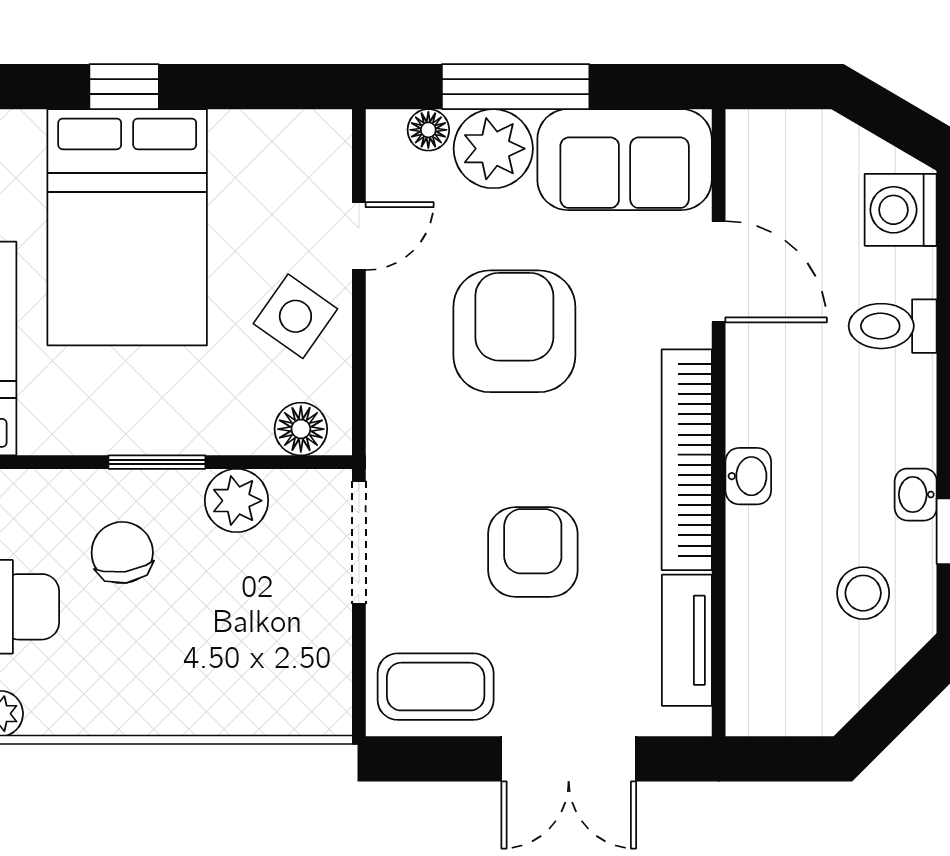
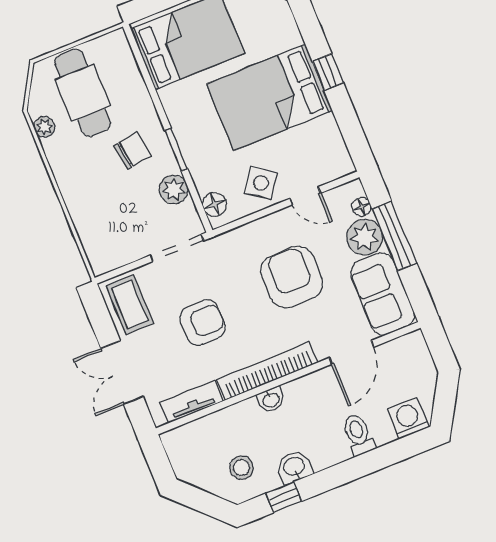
armchair: (514, 331) -> (292, 277), turned -90
washbasin: (916, 495) -> (294, 467), width x1.38, depth x1.45

